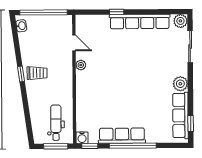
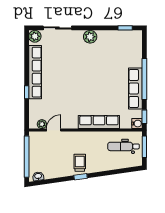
plant: (81, 65) -> (42, 124), moved
row of seats: (180, 115) -> (99, 122), moved, turned 180

